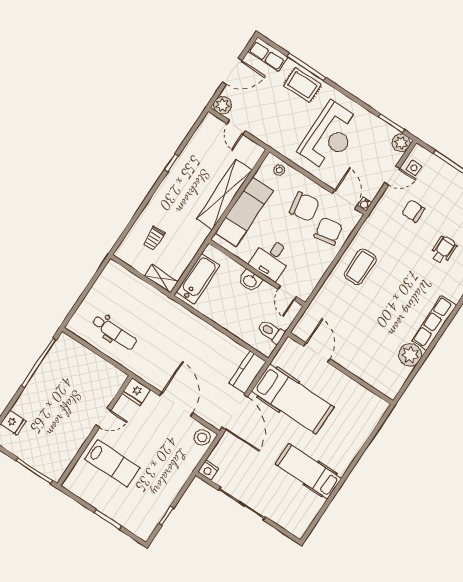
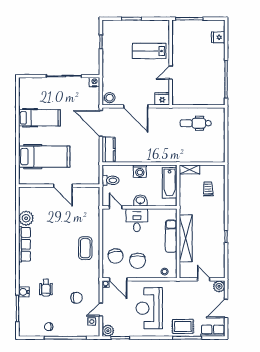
chair: (304, 207) -> (138, 261), turned -81
exam couch: (244, 212) -> (171, 236), width x0.73, depth x0.69
washing machine: (226, 319) -> (140, 171), added
door: (317, 353) -> (63, 186), moved
hospital bed: (293, 399) -> (44, 157), moved, turned 180

